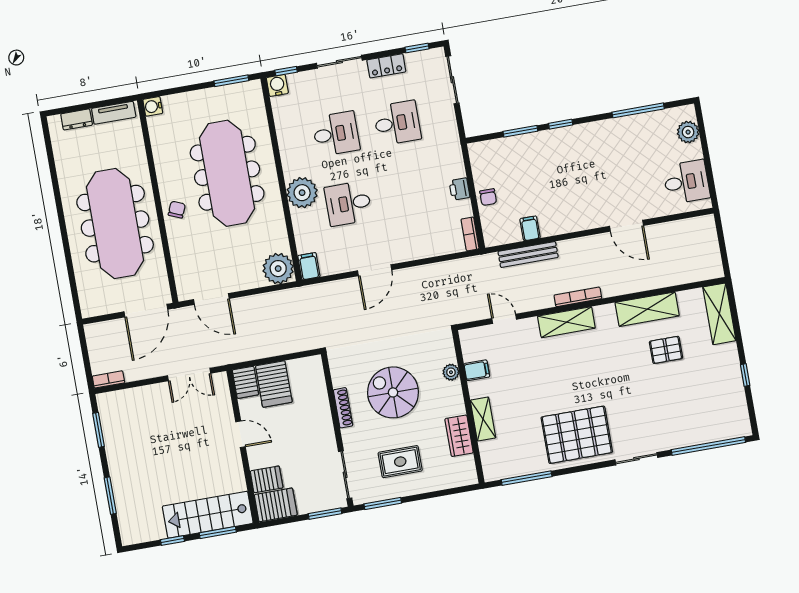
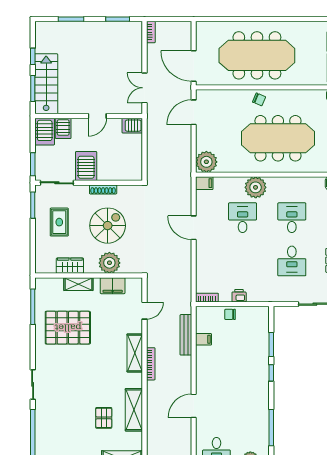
desk: (336, 134) -> (292, 218), turned 180
filing cabinet: (477, 370) -> (113, 286), width x2.00
plant: (451, 372) -> (109, 263), width x1.88, depth x1.88
server rack: (274, 384) -> (86, 166), moved, turned 90
pallet: (577, 435) -> (68, 328), moved, turned 90

